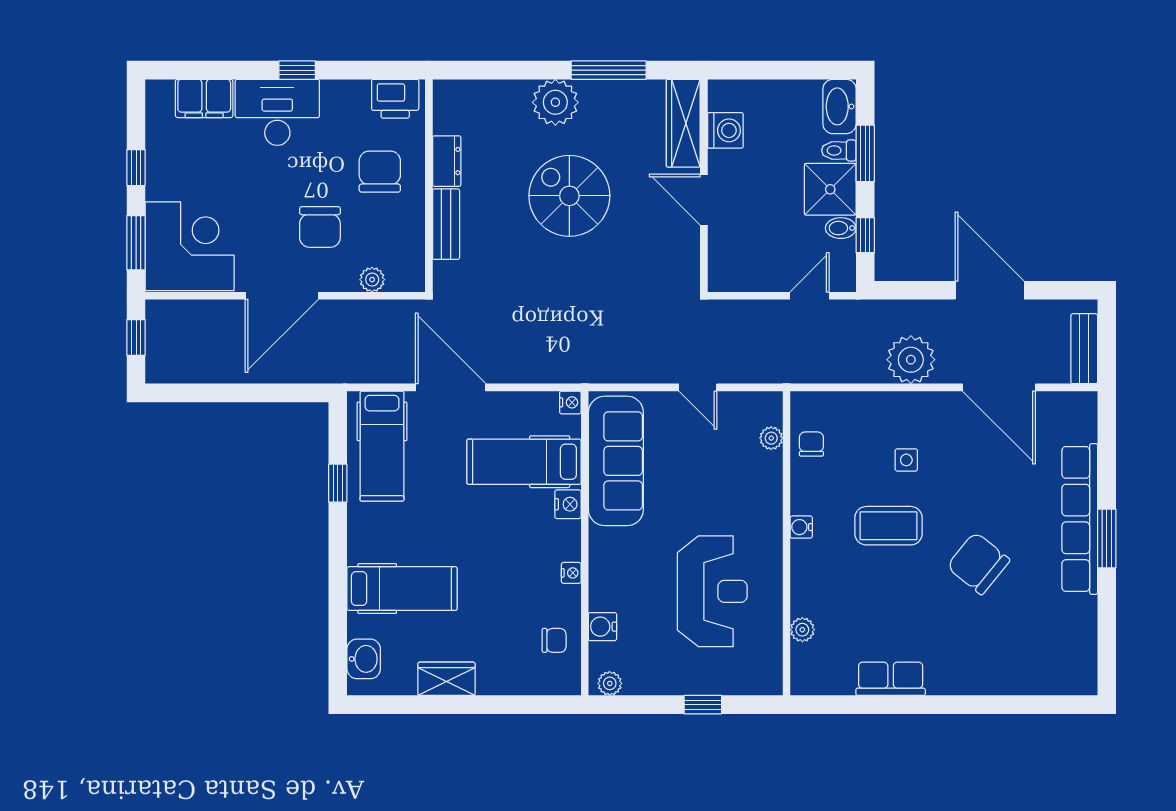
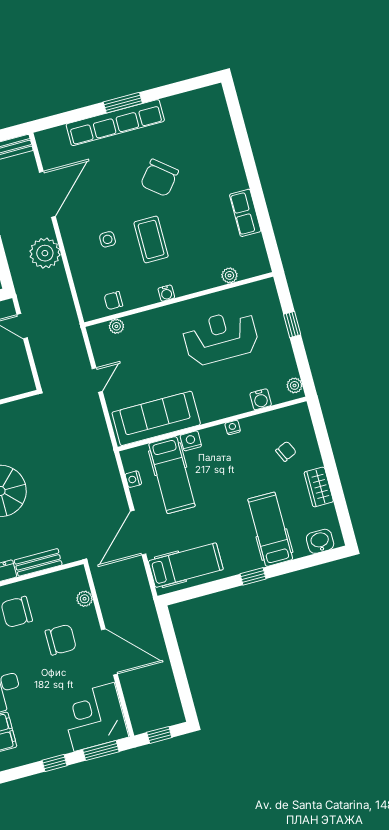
nightstand: (570, 402) -> (133, 479), moved, turned -90
window: (338, 483) -> (253, 576), moved
chair: (554, 640) -> (286, 451), moved, turned 65

